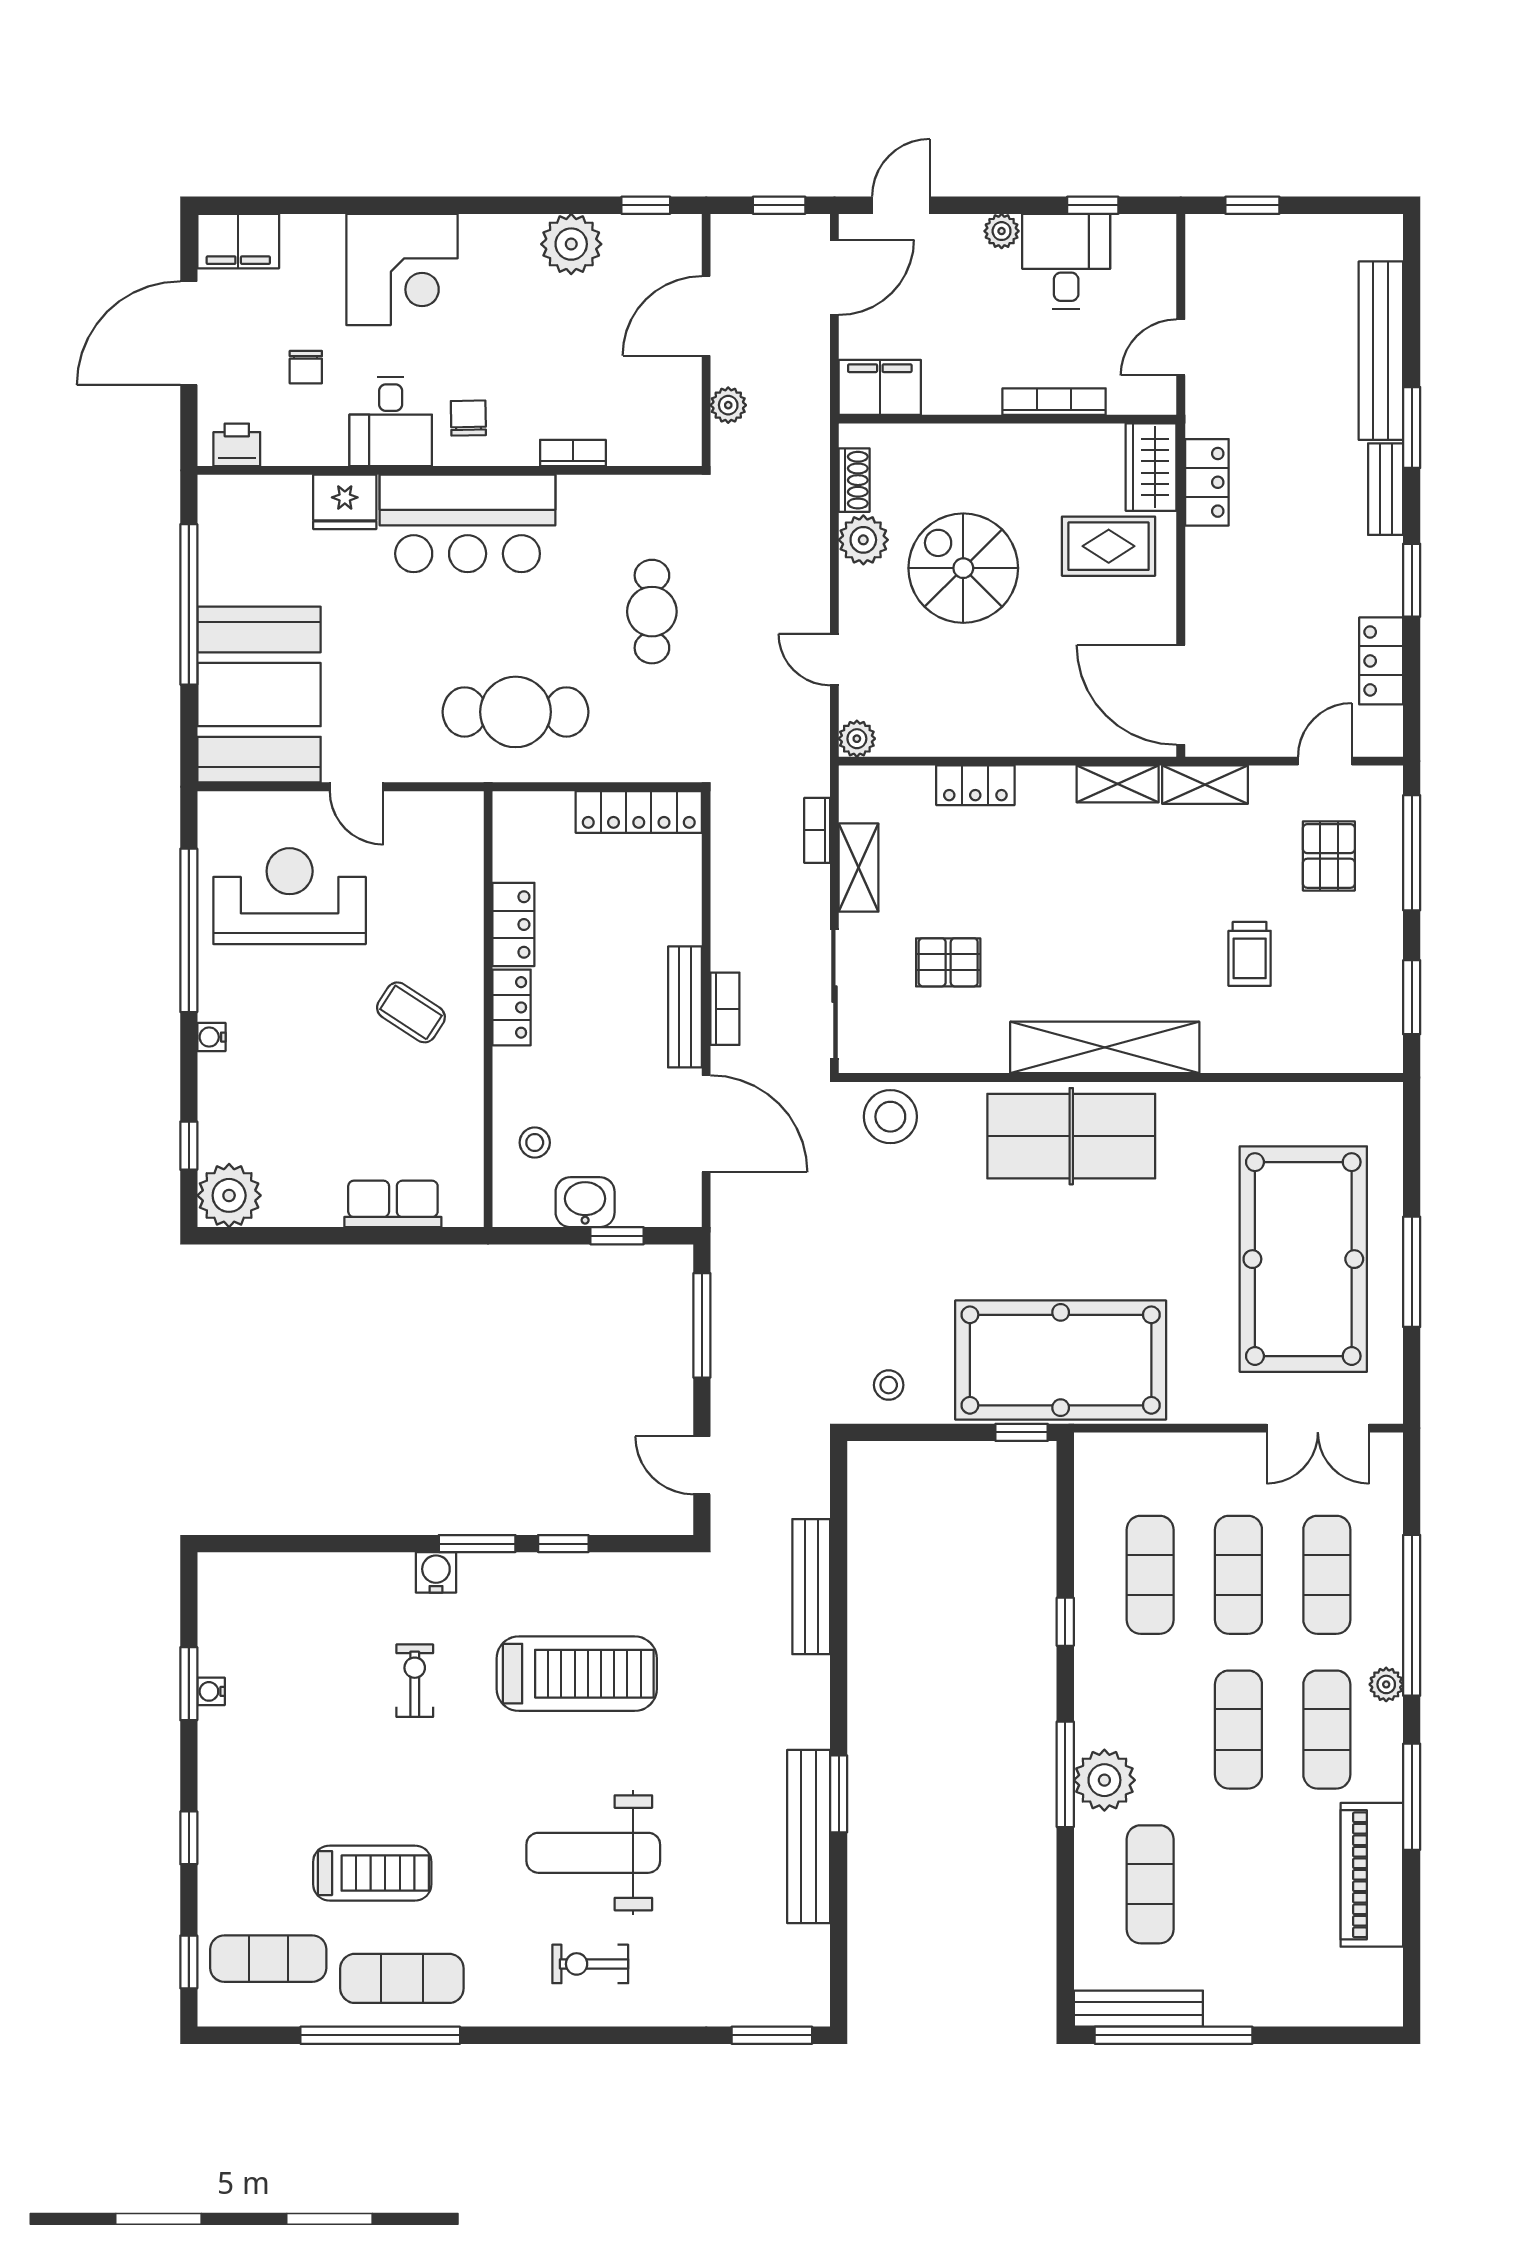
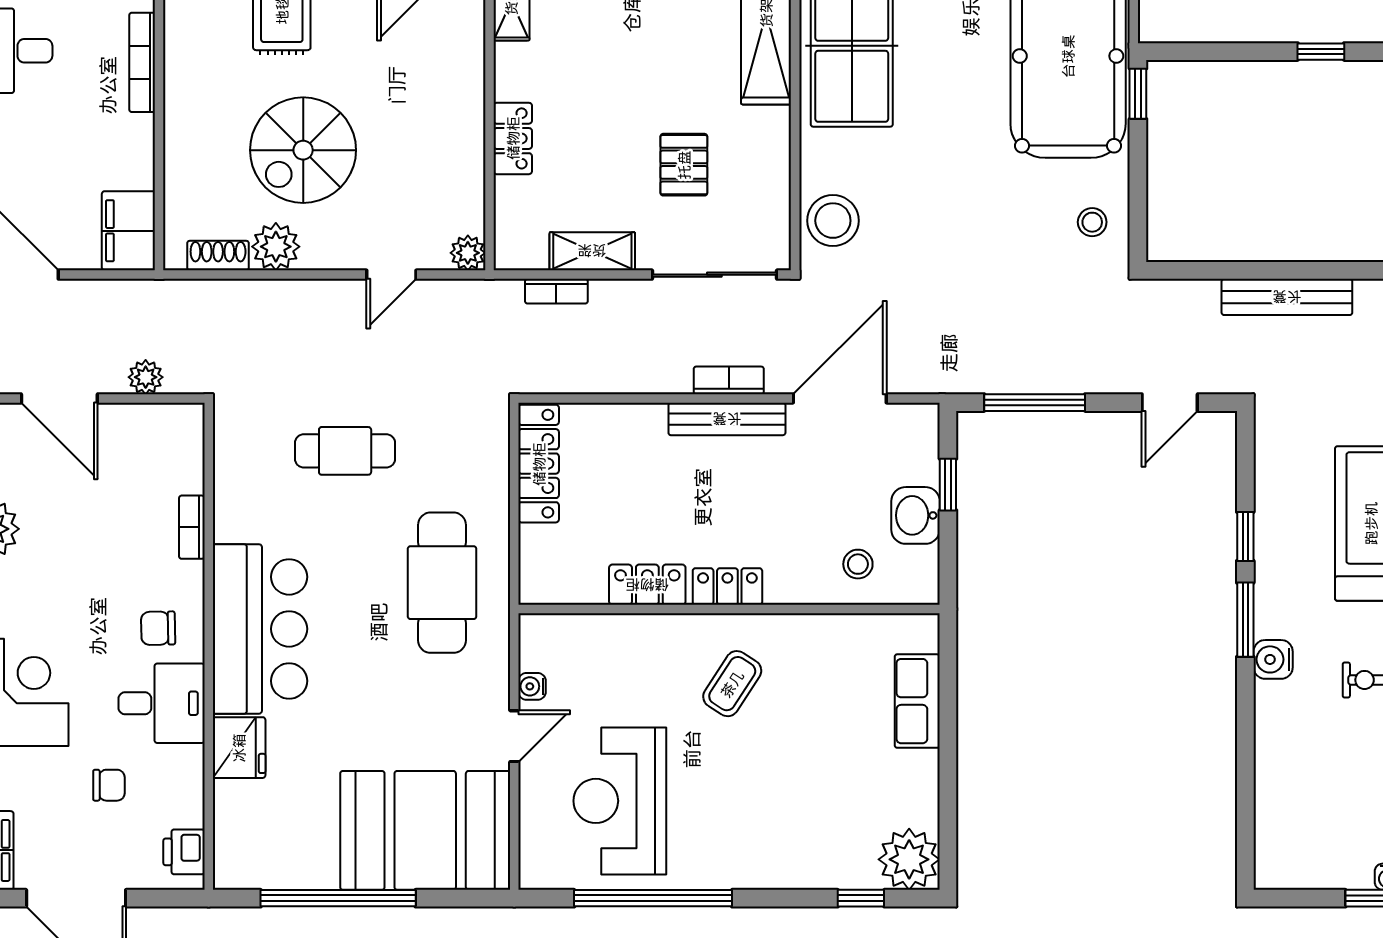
water cooler: (211, 1037) -> (532, 686), moved, turned 90

